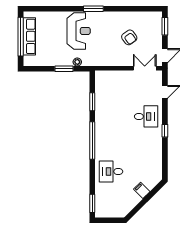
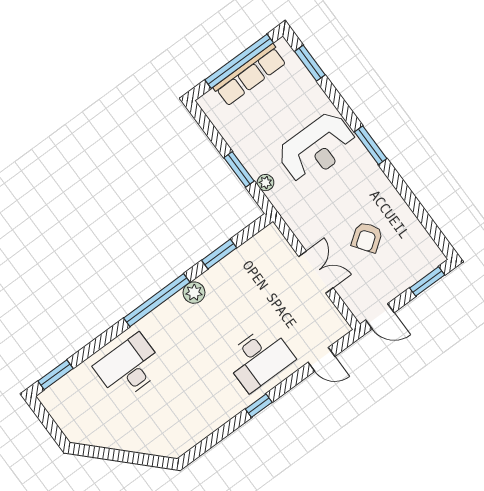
window: (42, 9) -> (310, 63), added
double door: (145, 68) -> (316, 272), moved
desk: (146, 116) -> (259, 358), width x1.37
plant: (100, 123) -> (194, 293), added
desk: (111, 171) -> (129, 367), width x1.37
filing cabinet: (142, 190) -> (135, 439), removed

